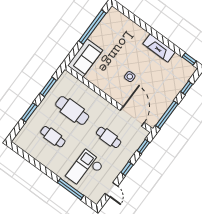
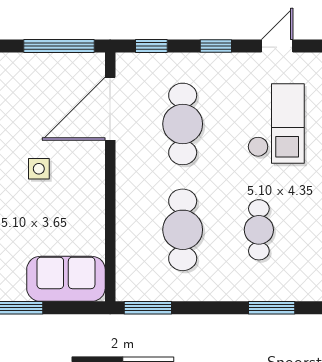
window: (48, 87) -> (148, 308), moved
window: (29, 112) -> (272, 308), moved
cafe table: (109, 137) -> (183, 124), width x1.37, depth x1.35
checkout: (85, 170) -> (276, 124), turned -90

